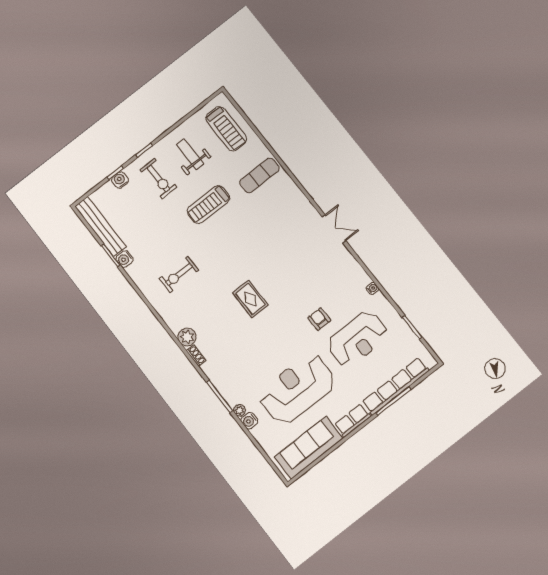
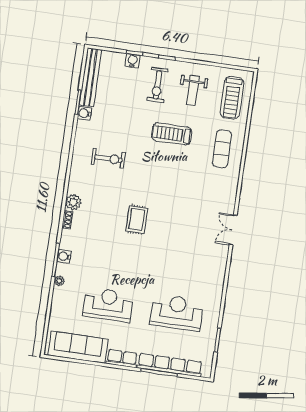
weight bench: (190, 154) -> (193, 90), turned 180
exercise mat: (259, 175) -> (222, 149), turned 90
double door: (334, 229) -> (233, 230), swing flipped
exercise bike: (179, 274) -> (108, 158), turned 180
water cooler: (373, 288) -> (218, 291), removed
armchair: (319, 319) -> (166, 276), removed
reception desk: (358, 339) -> (177, 313), turned 180
reception desk: (297, 389) -> (108, 305), width x0.74, depth x0.77
water cooler: (249, 421) -> (64, 256), moved

